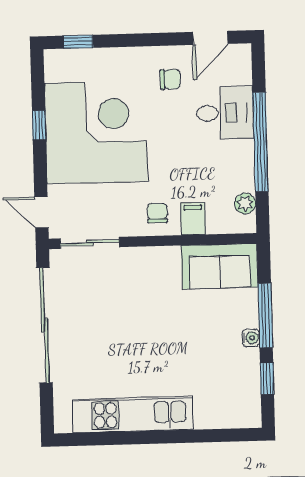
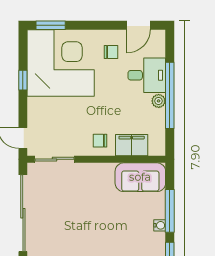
window: (78, 42) -> (51, 25), width x1.50
corner desk: (96, 132) -> (61, 63), moved
plant: (245, 203) -> (159, 101), moved
chair: (157, 213) -> (100, 141), turned -90
filing cabinet: (193, 219) -> (132, 145), width x2.00

